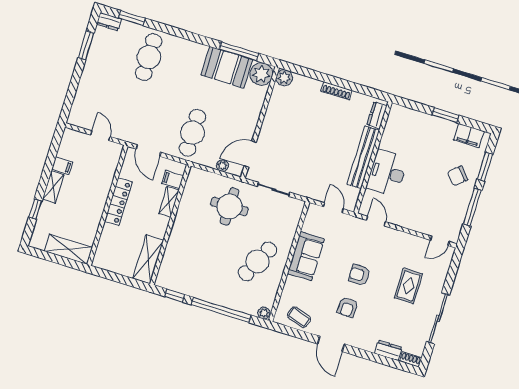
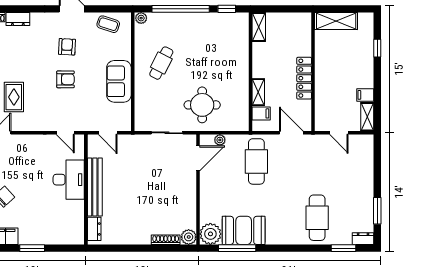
shoe rack: (337, 91) -> (166, 240), moved
shelving: (53, 187) -> (367, 117), moved
shelving: (148, 259) -> (259, 27), width x0.67, depth x0.75
cafe table: (258, 261) -> (161, 63), width x0.73, depth x0.74
rug: (408, 286) -> (14, 97), moved

